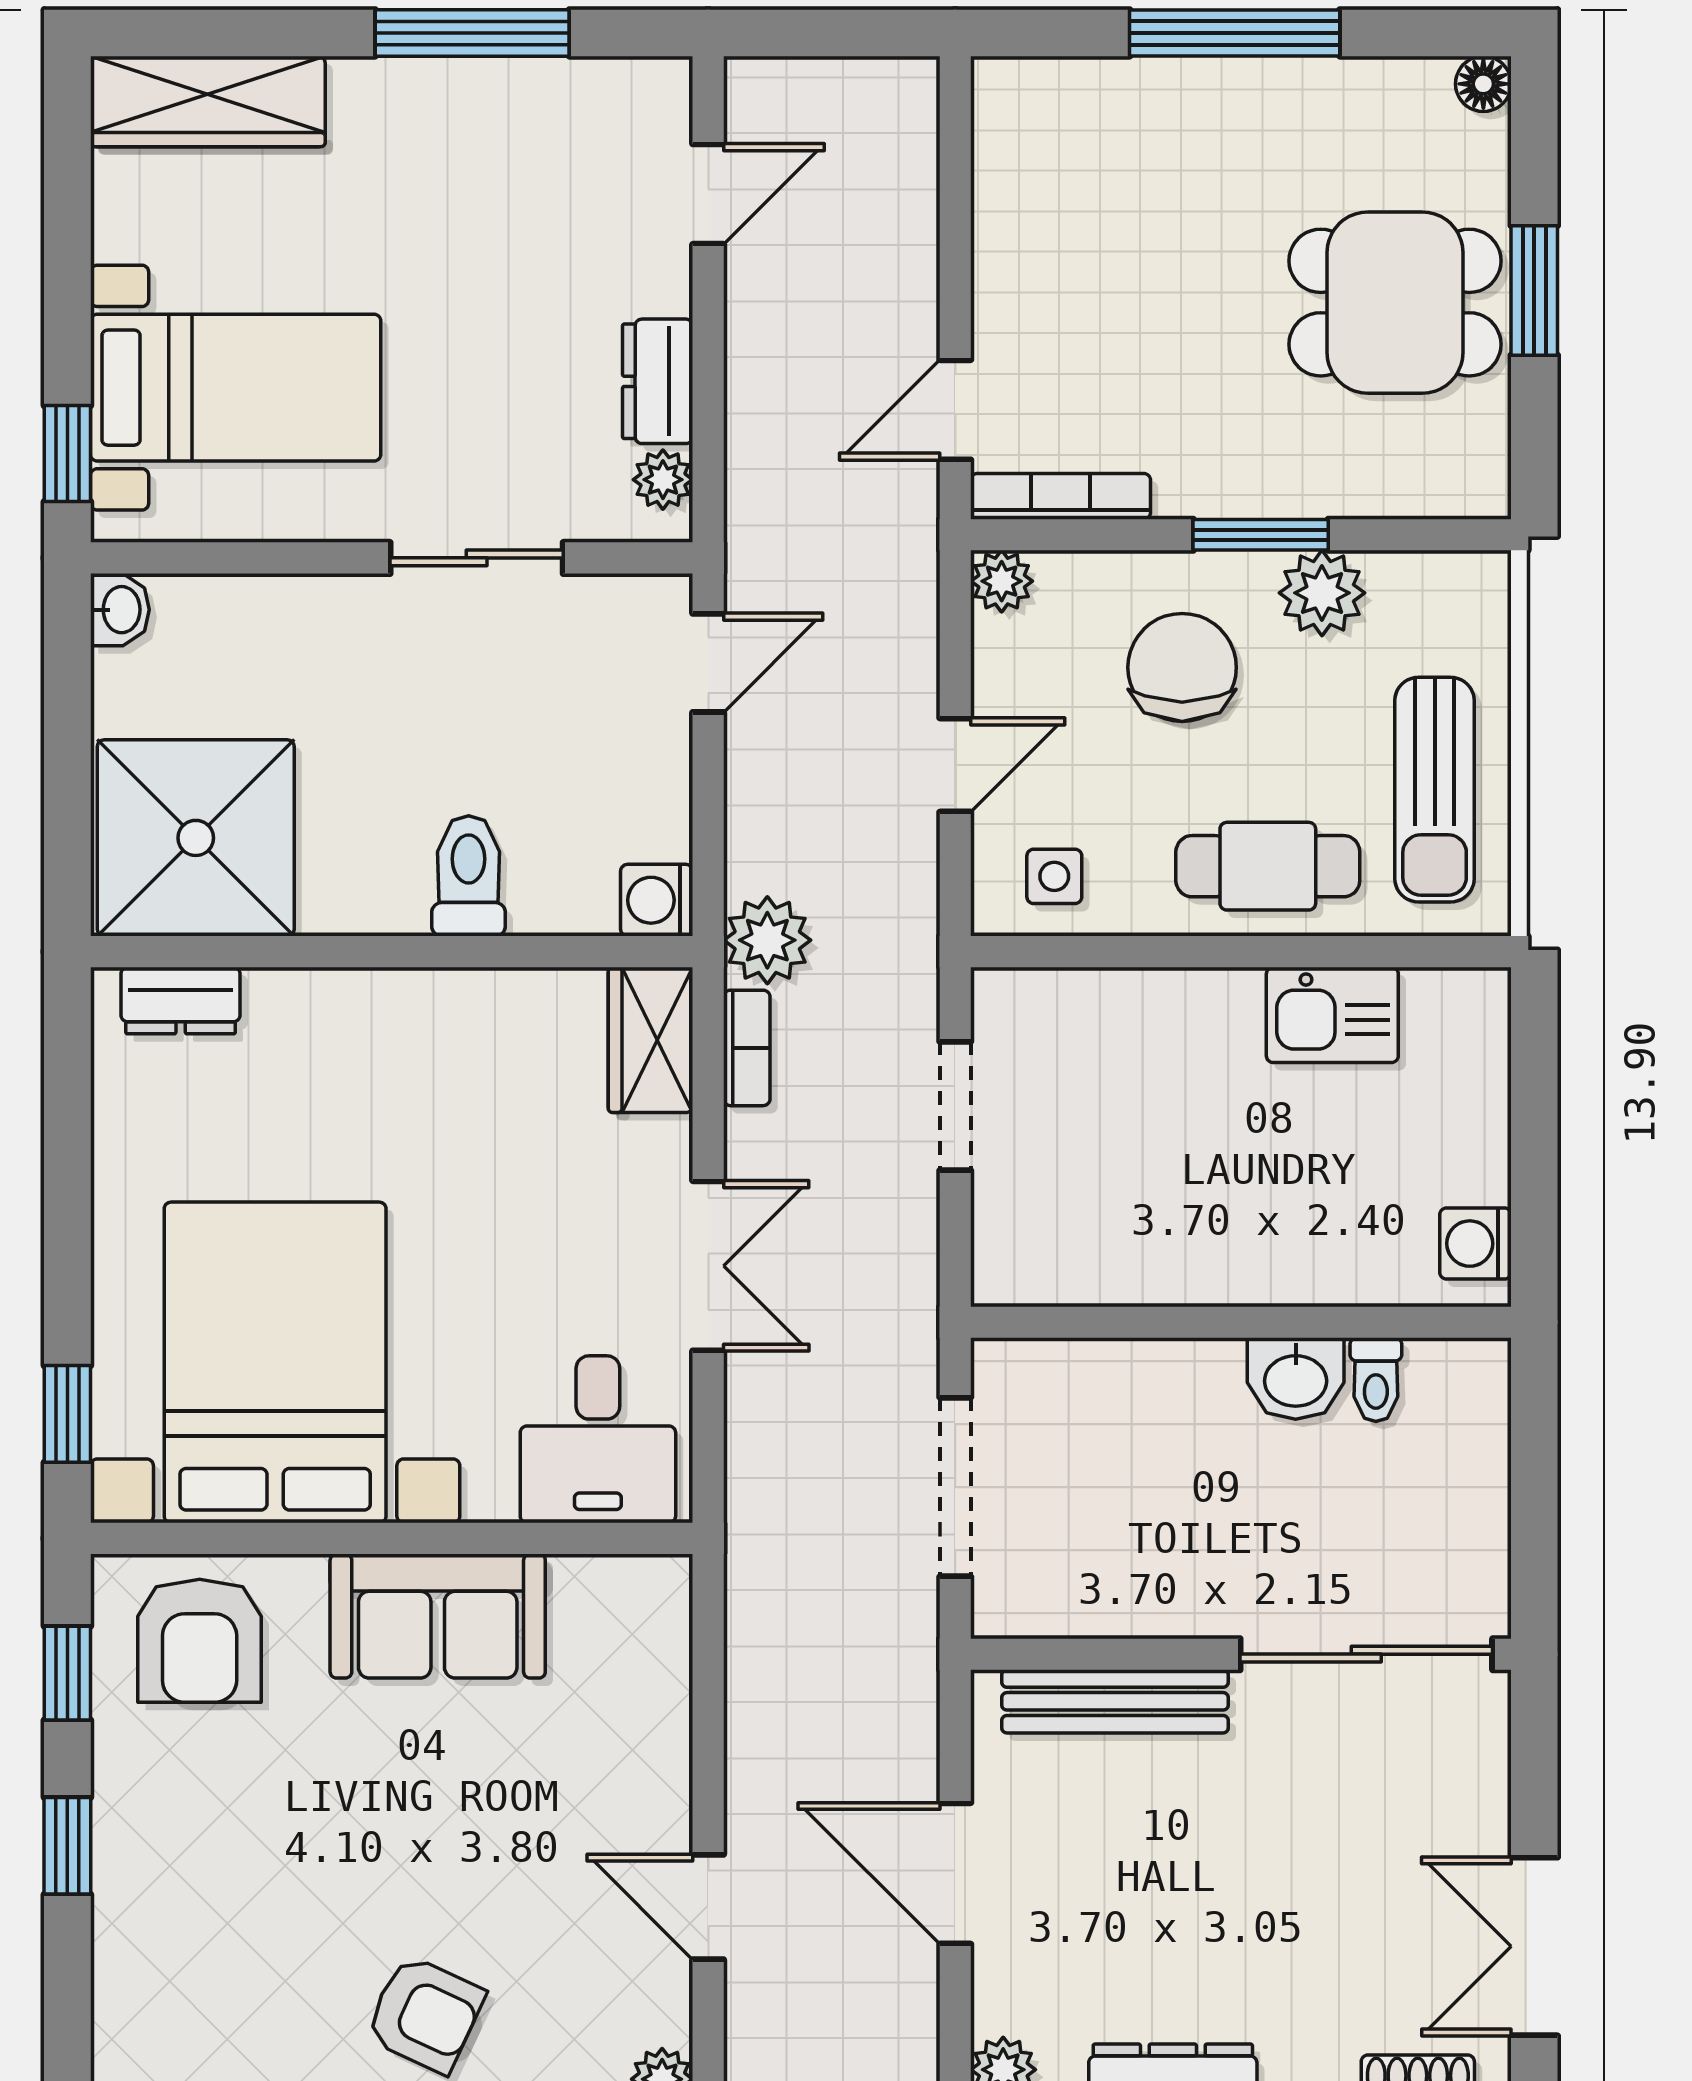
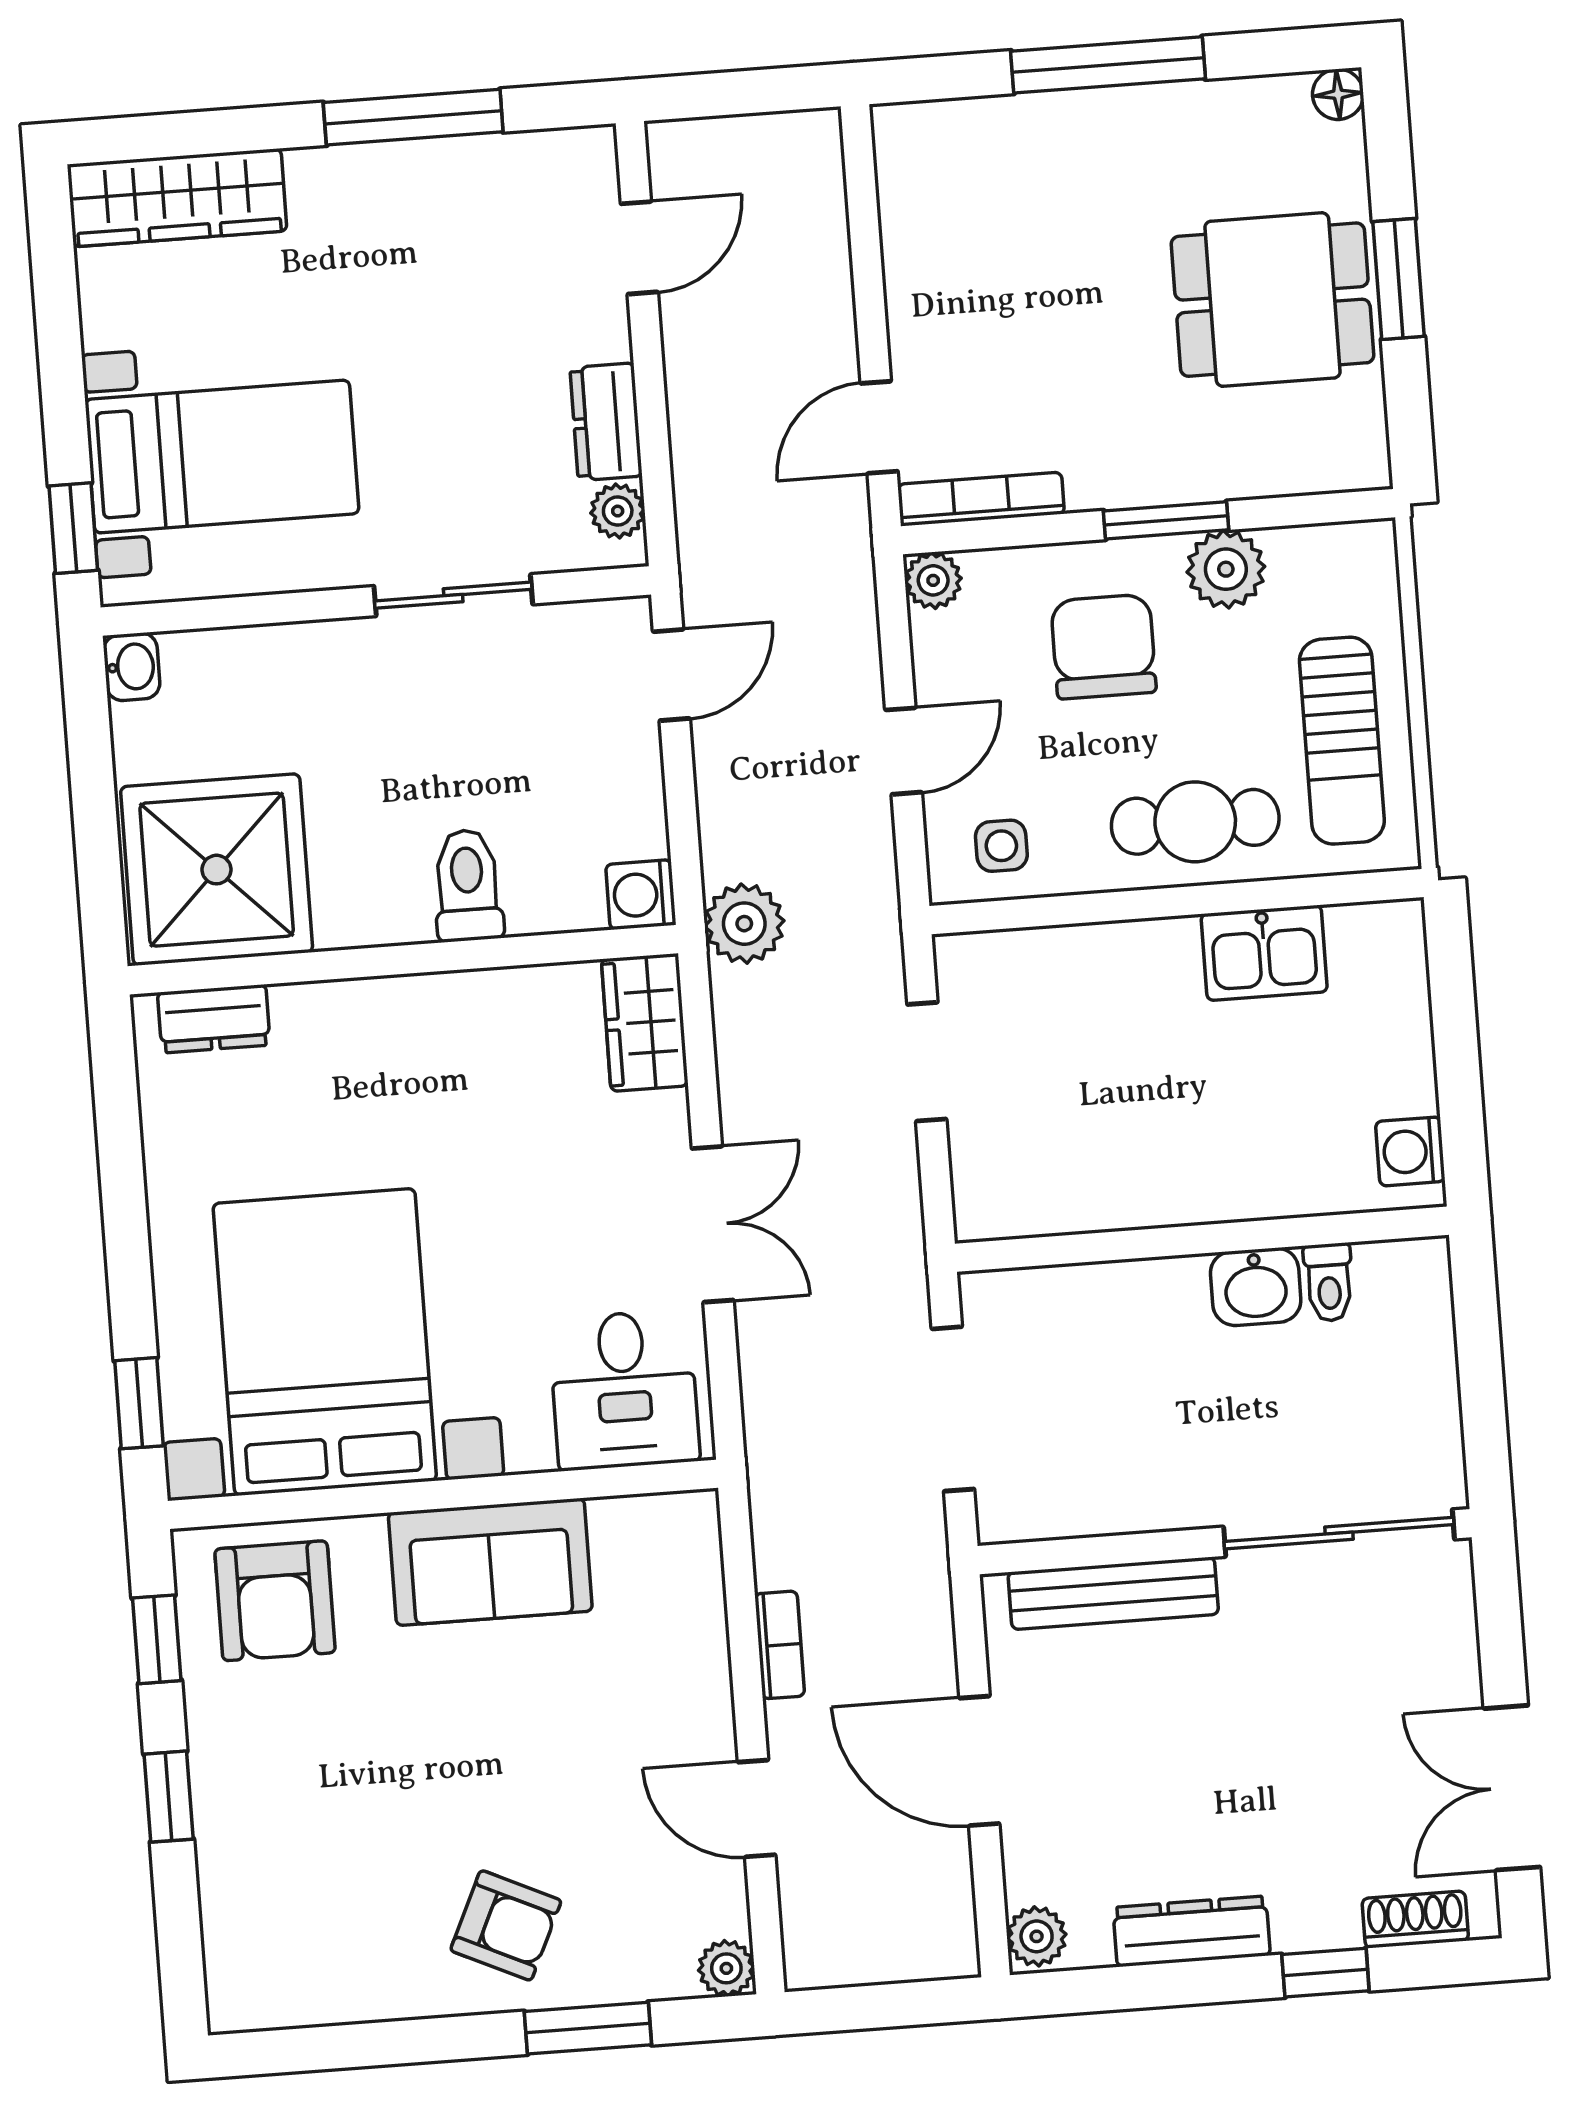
bookcase: (747, 1048) -> (780, 1645), moved

